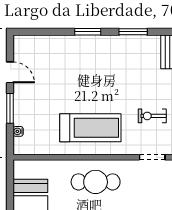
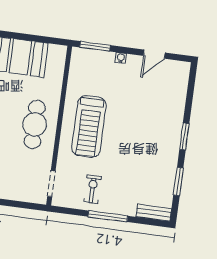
window: (10, 108) -> (95, 46), moved
water cooler: (18, 131) -> (121, 58), moved

